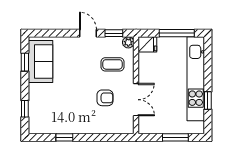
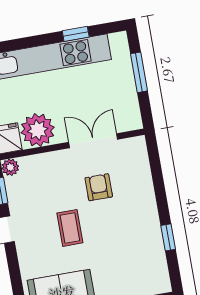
coffee table: (112, 64) -> (70, 228), moved
plant: (149, 65) -> (38, 130), added

